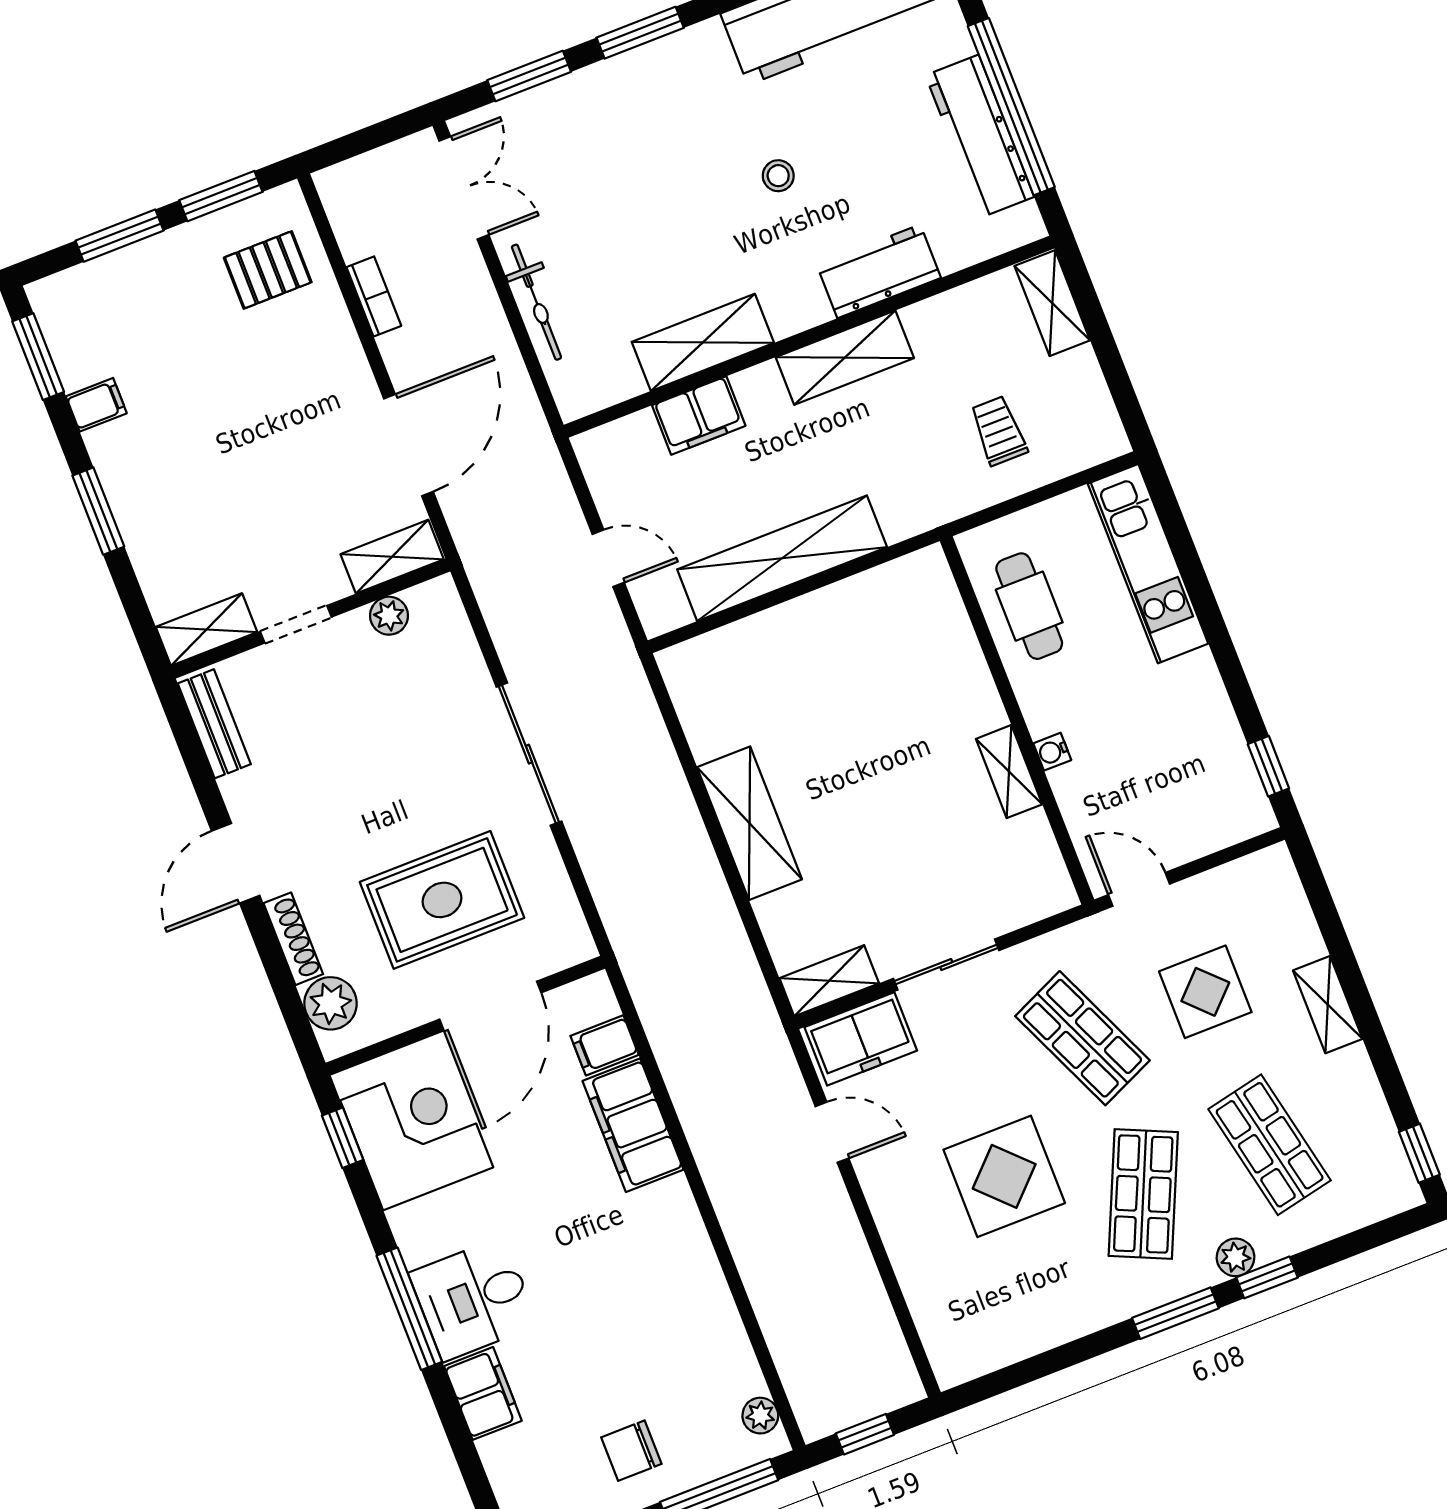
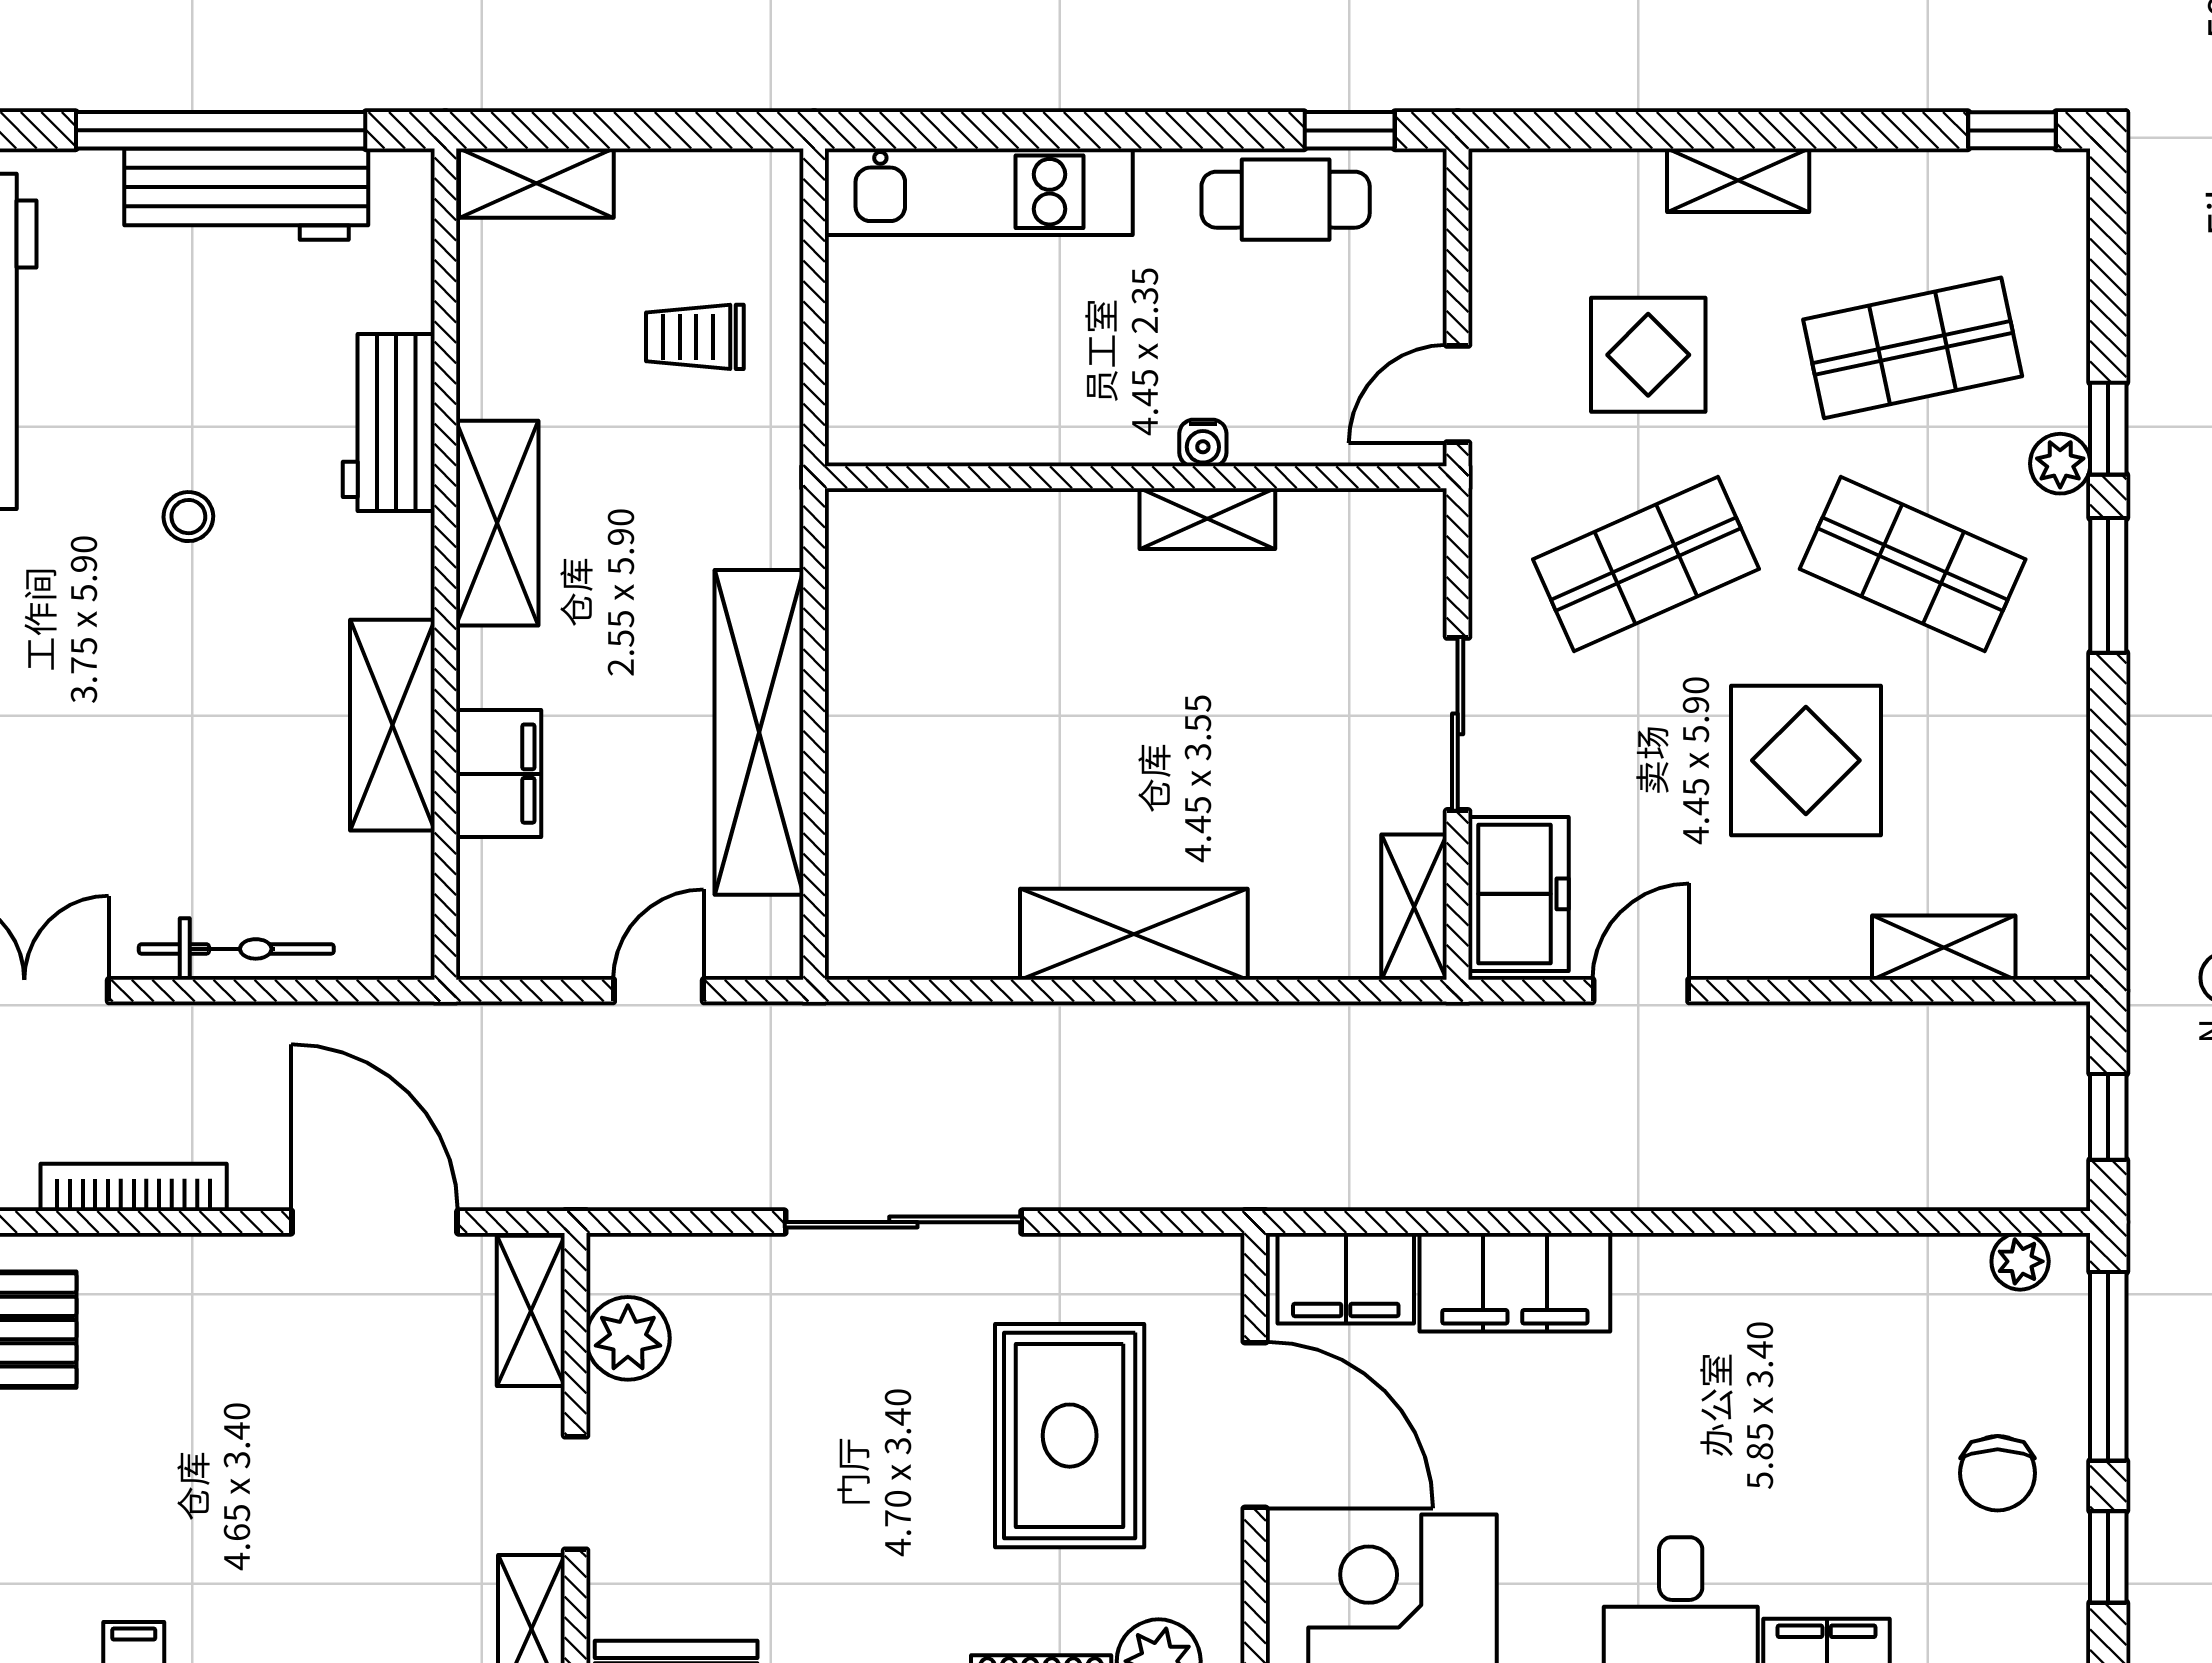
bookcase: (374, 296) -> (134, 1187), width x1.56
cafe table: (1029, 606) -> (1286, 200), moved
plant: (389, 616) -> (628, 1338), width x1.38, depth x1.38
filing cabinet: (605, 1045) -> (1346, 1278), width x2.00
shelving: (926, 1299) -> (1944, 948), added

